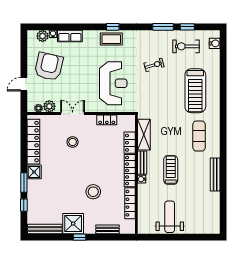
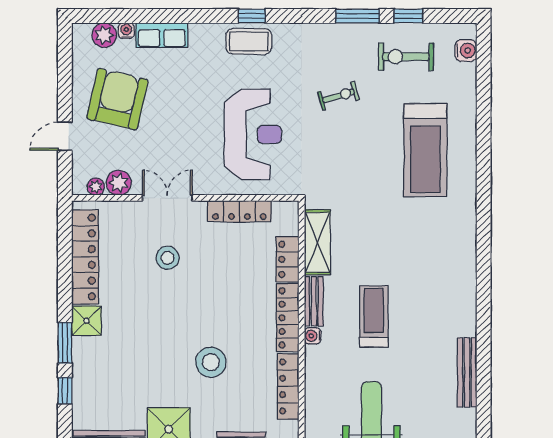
locker: (107, 120) -> (239, 211), width x1.53
exercise mat: (199, 136) -> (433, 245), removed
bench: (215, 174) -> (467, 372), moved

